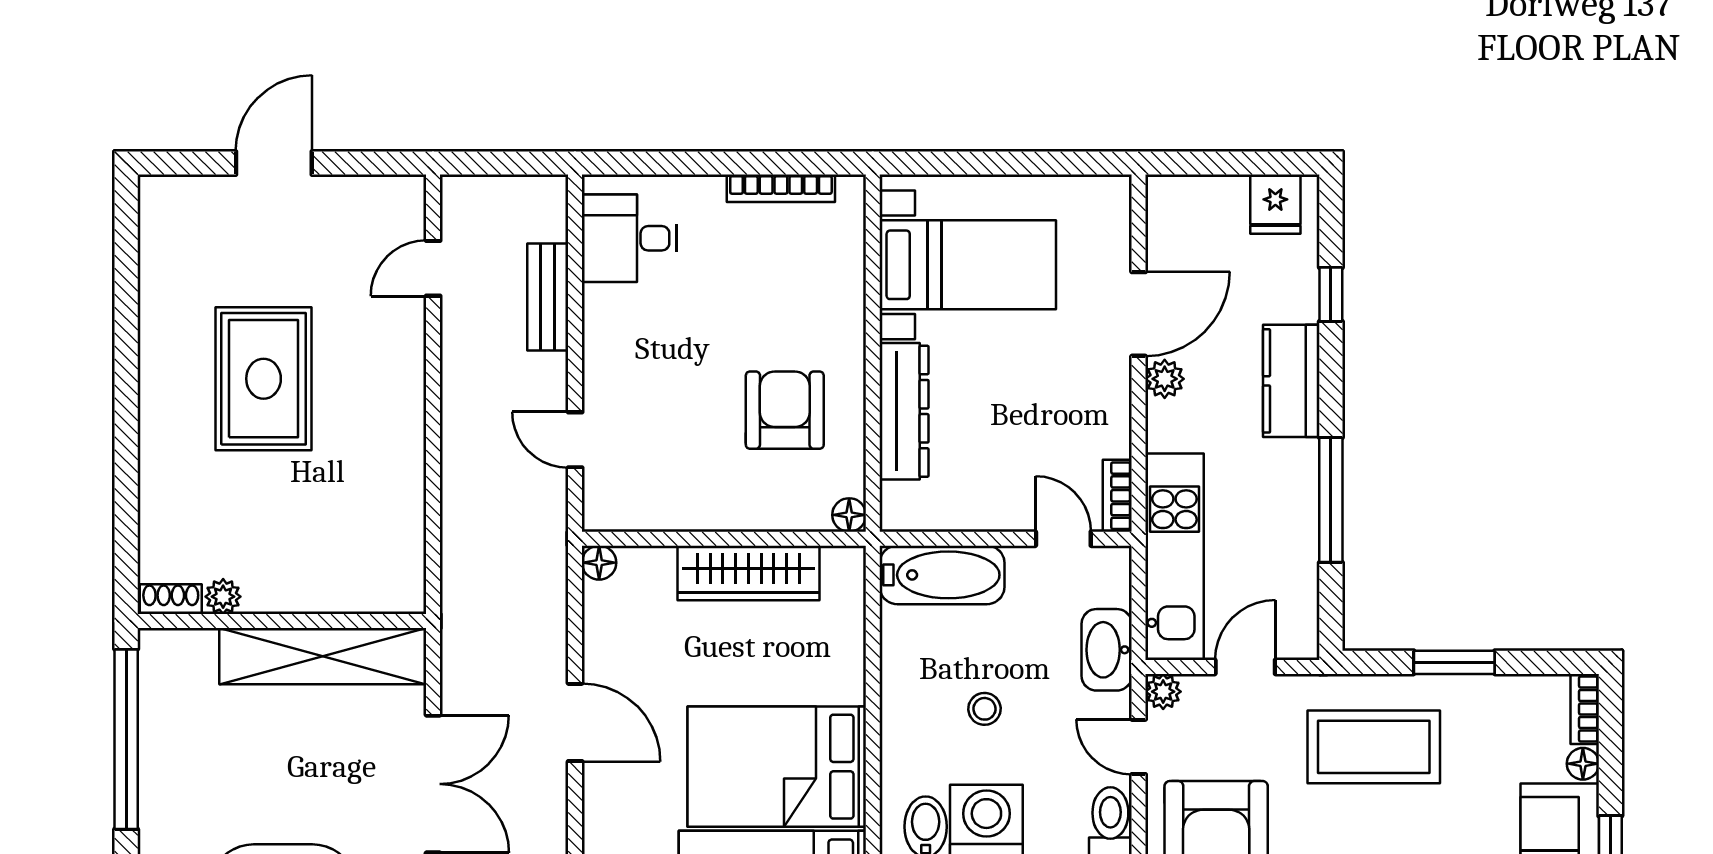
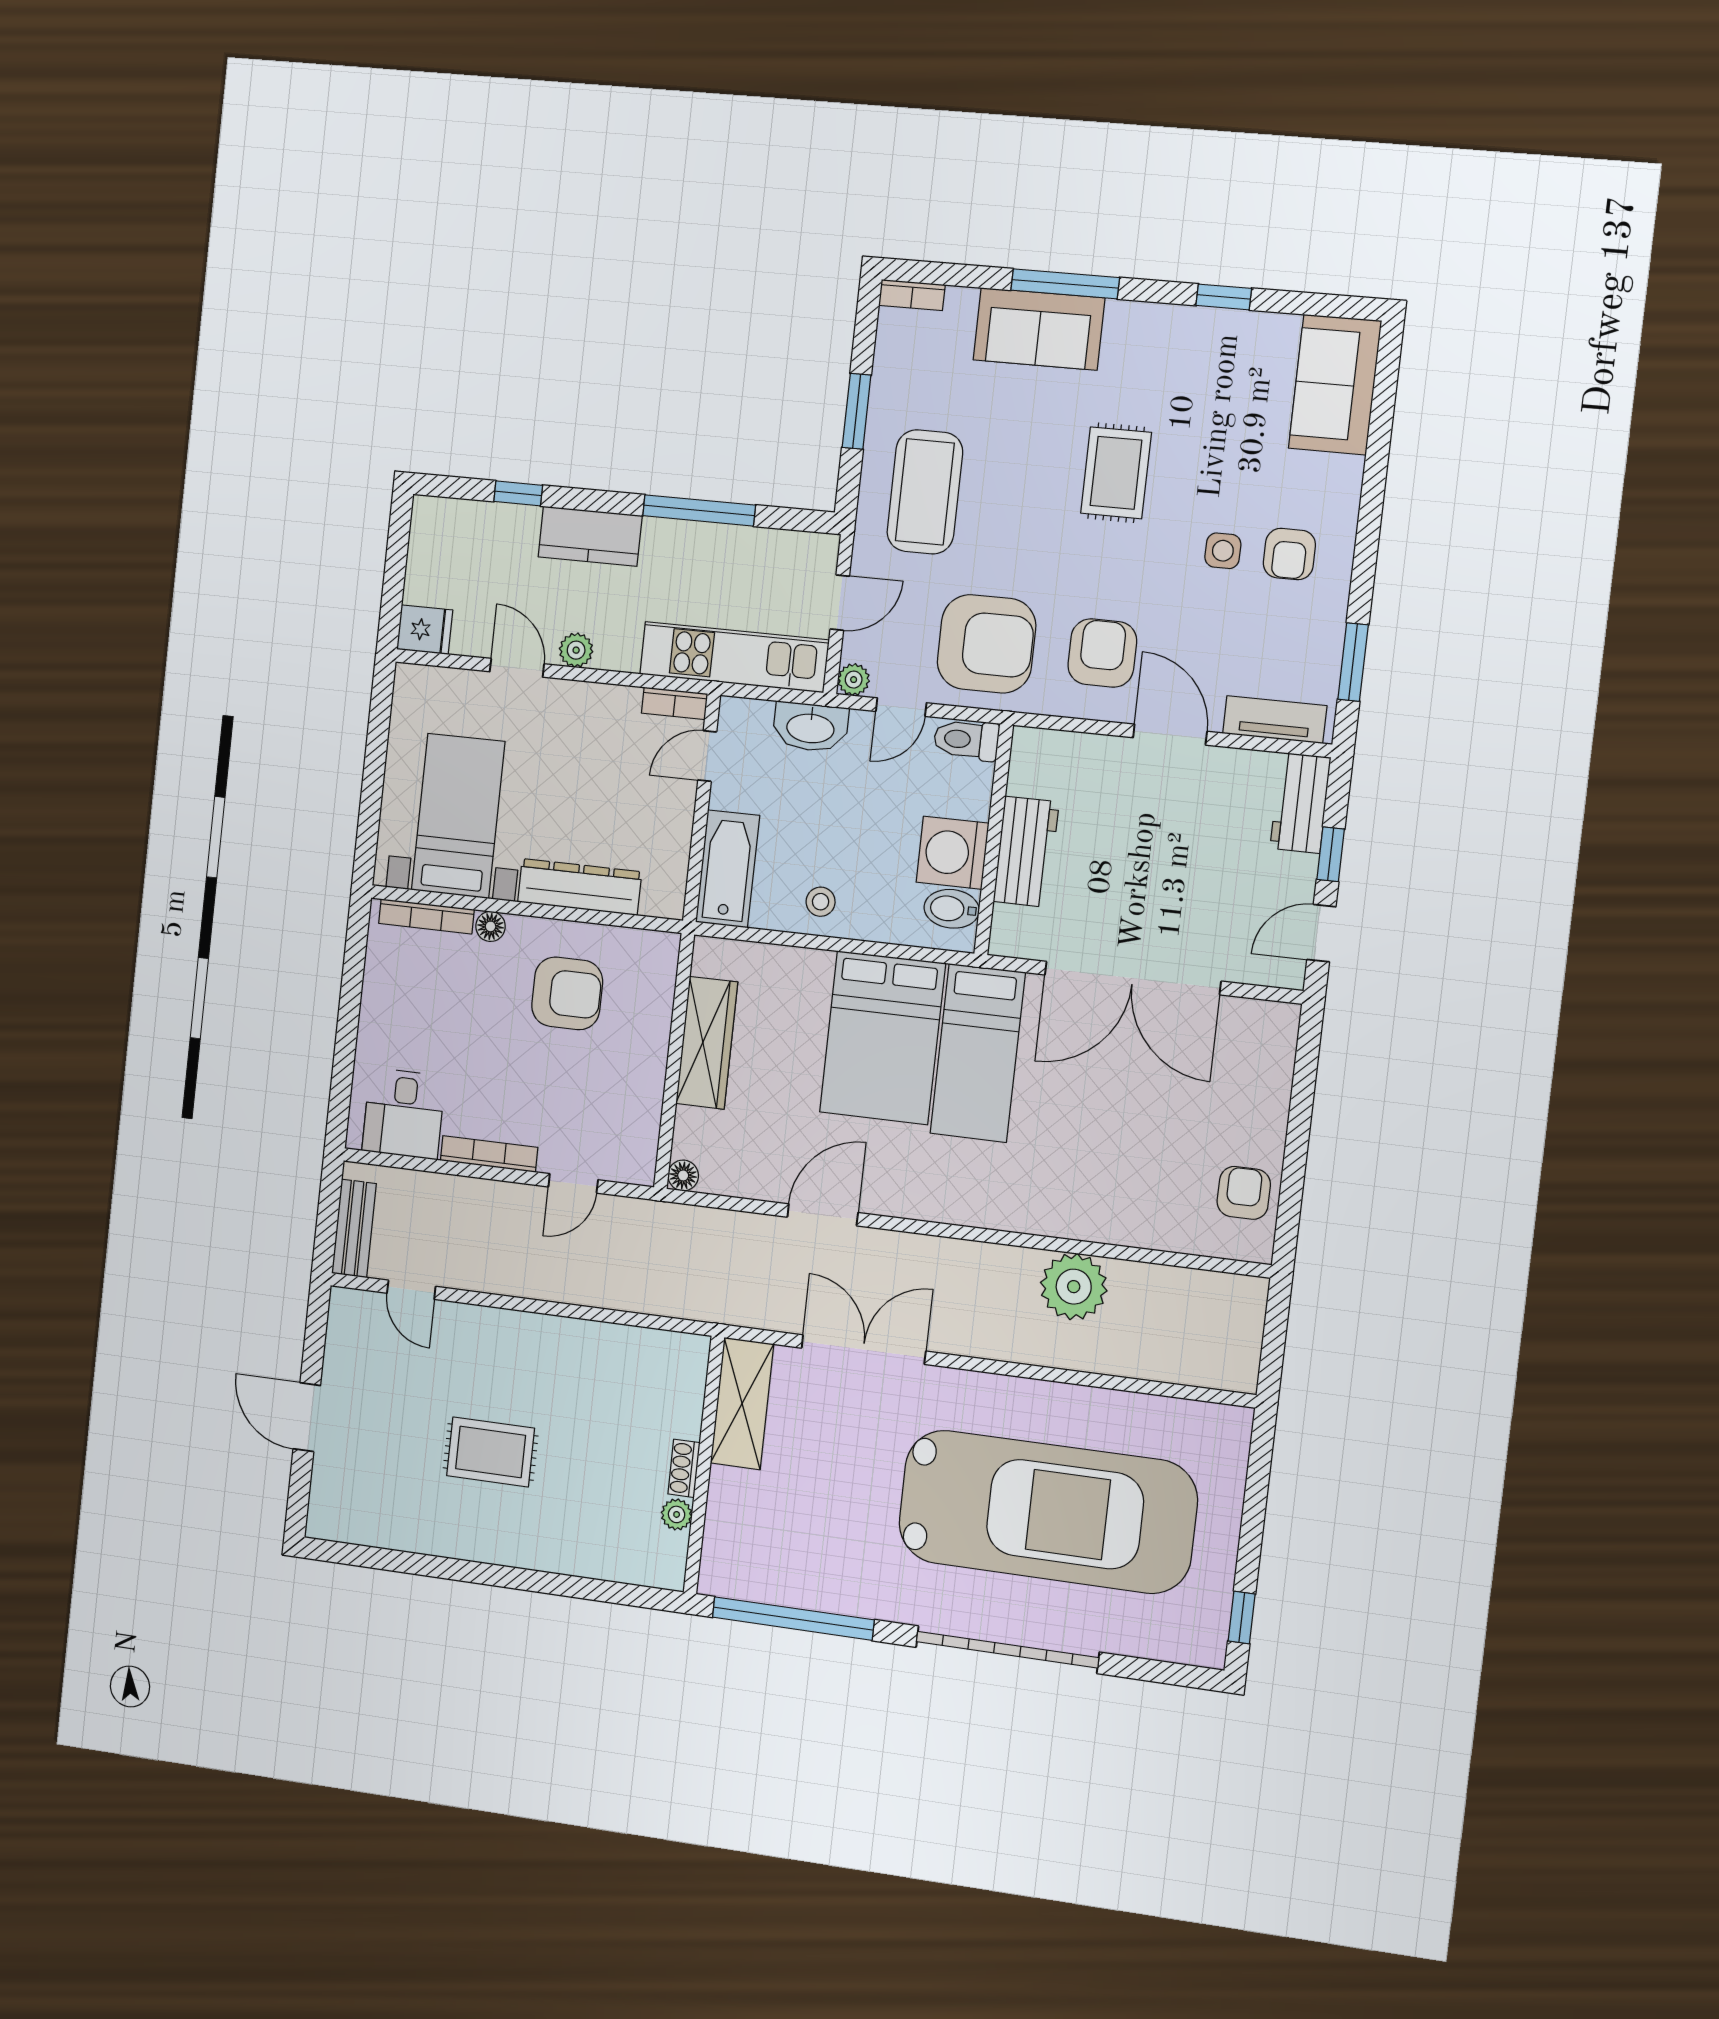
bookcase: (781, 188) -> (426, 916), moved, turned 90
fridge: (1275, 204) -> (425, 630), moved
bench: (548, 297) -> (354, 1228), moved, turned 90
door: (1139, 314) -> (517, 668), width x0.73
bookcase: (596, 341) -> (489, 1154), added
rug: (264, 379) -> (491, 1452), width x0.73, depth x0.70
armchair: (785, 410) -> (567, 993), turned 180
floor lamp: (849, 515) -> (491, 926), moved
shoe rack: (171, 599) -> (684, 1468), moved
shelving: (323, 656) -> (742, 1404), width x0.68
door: (1245, 667) -> (840, 603), swing flipped
stool: (984, 709) -> (821, 902), moved
floor lamp: (1583, 764) -> (962, 301), removed

